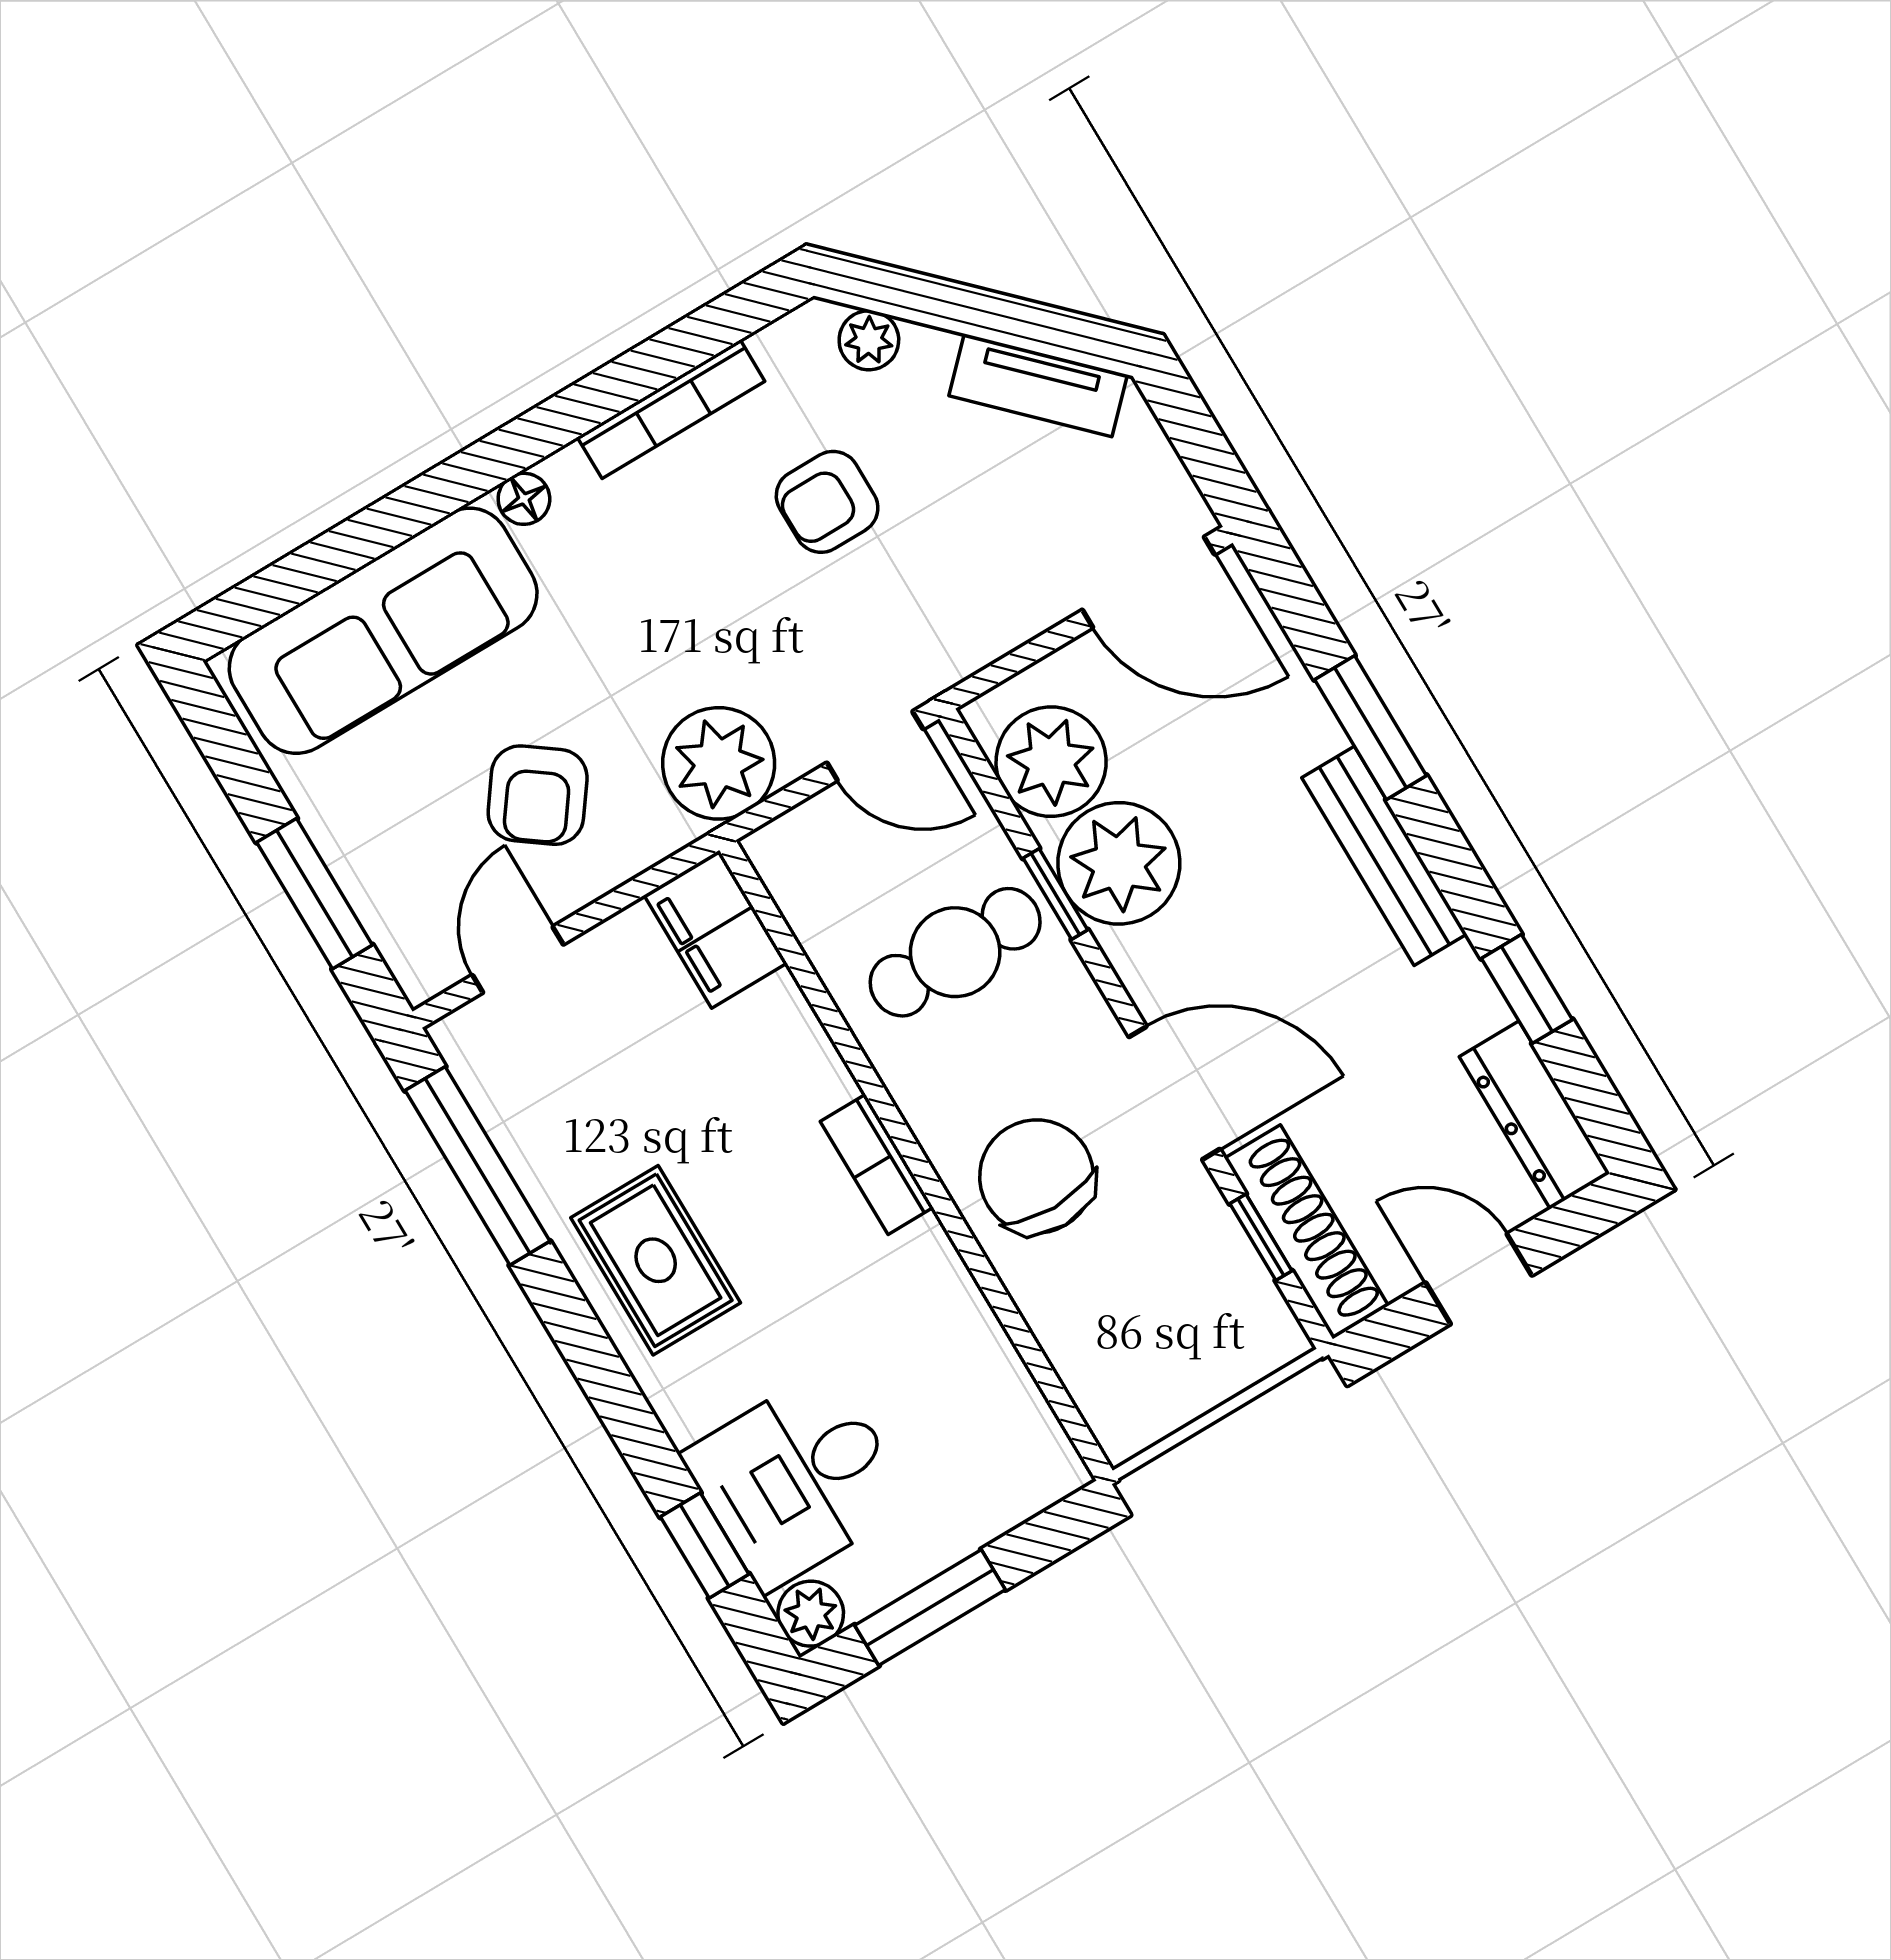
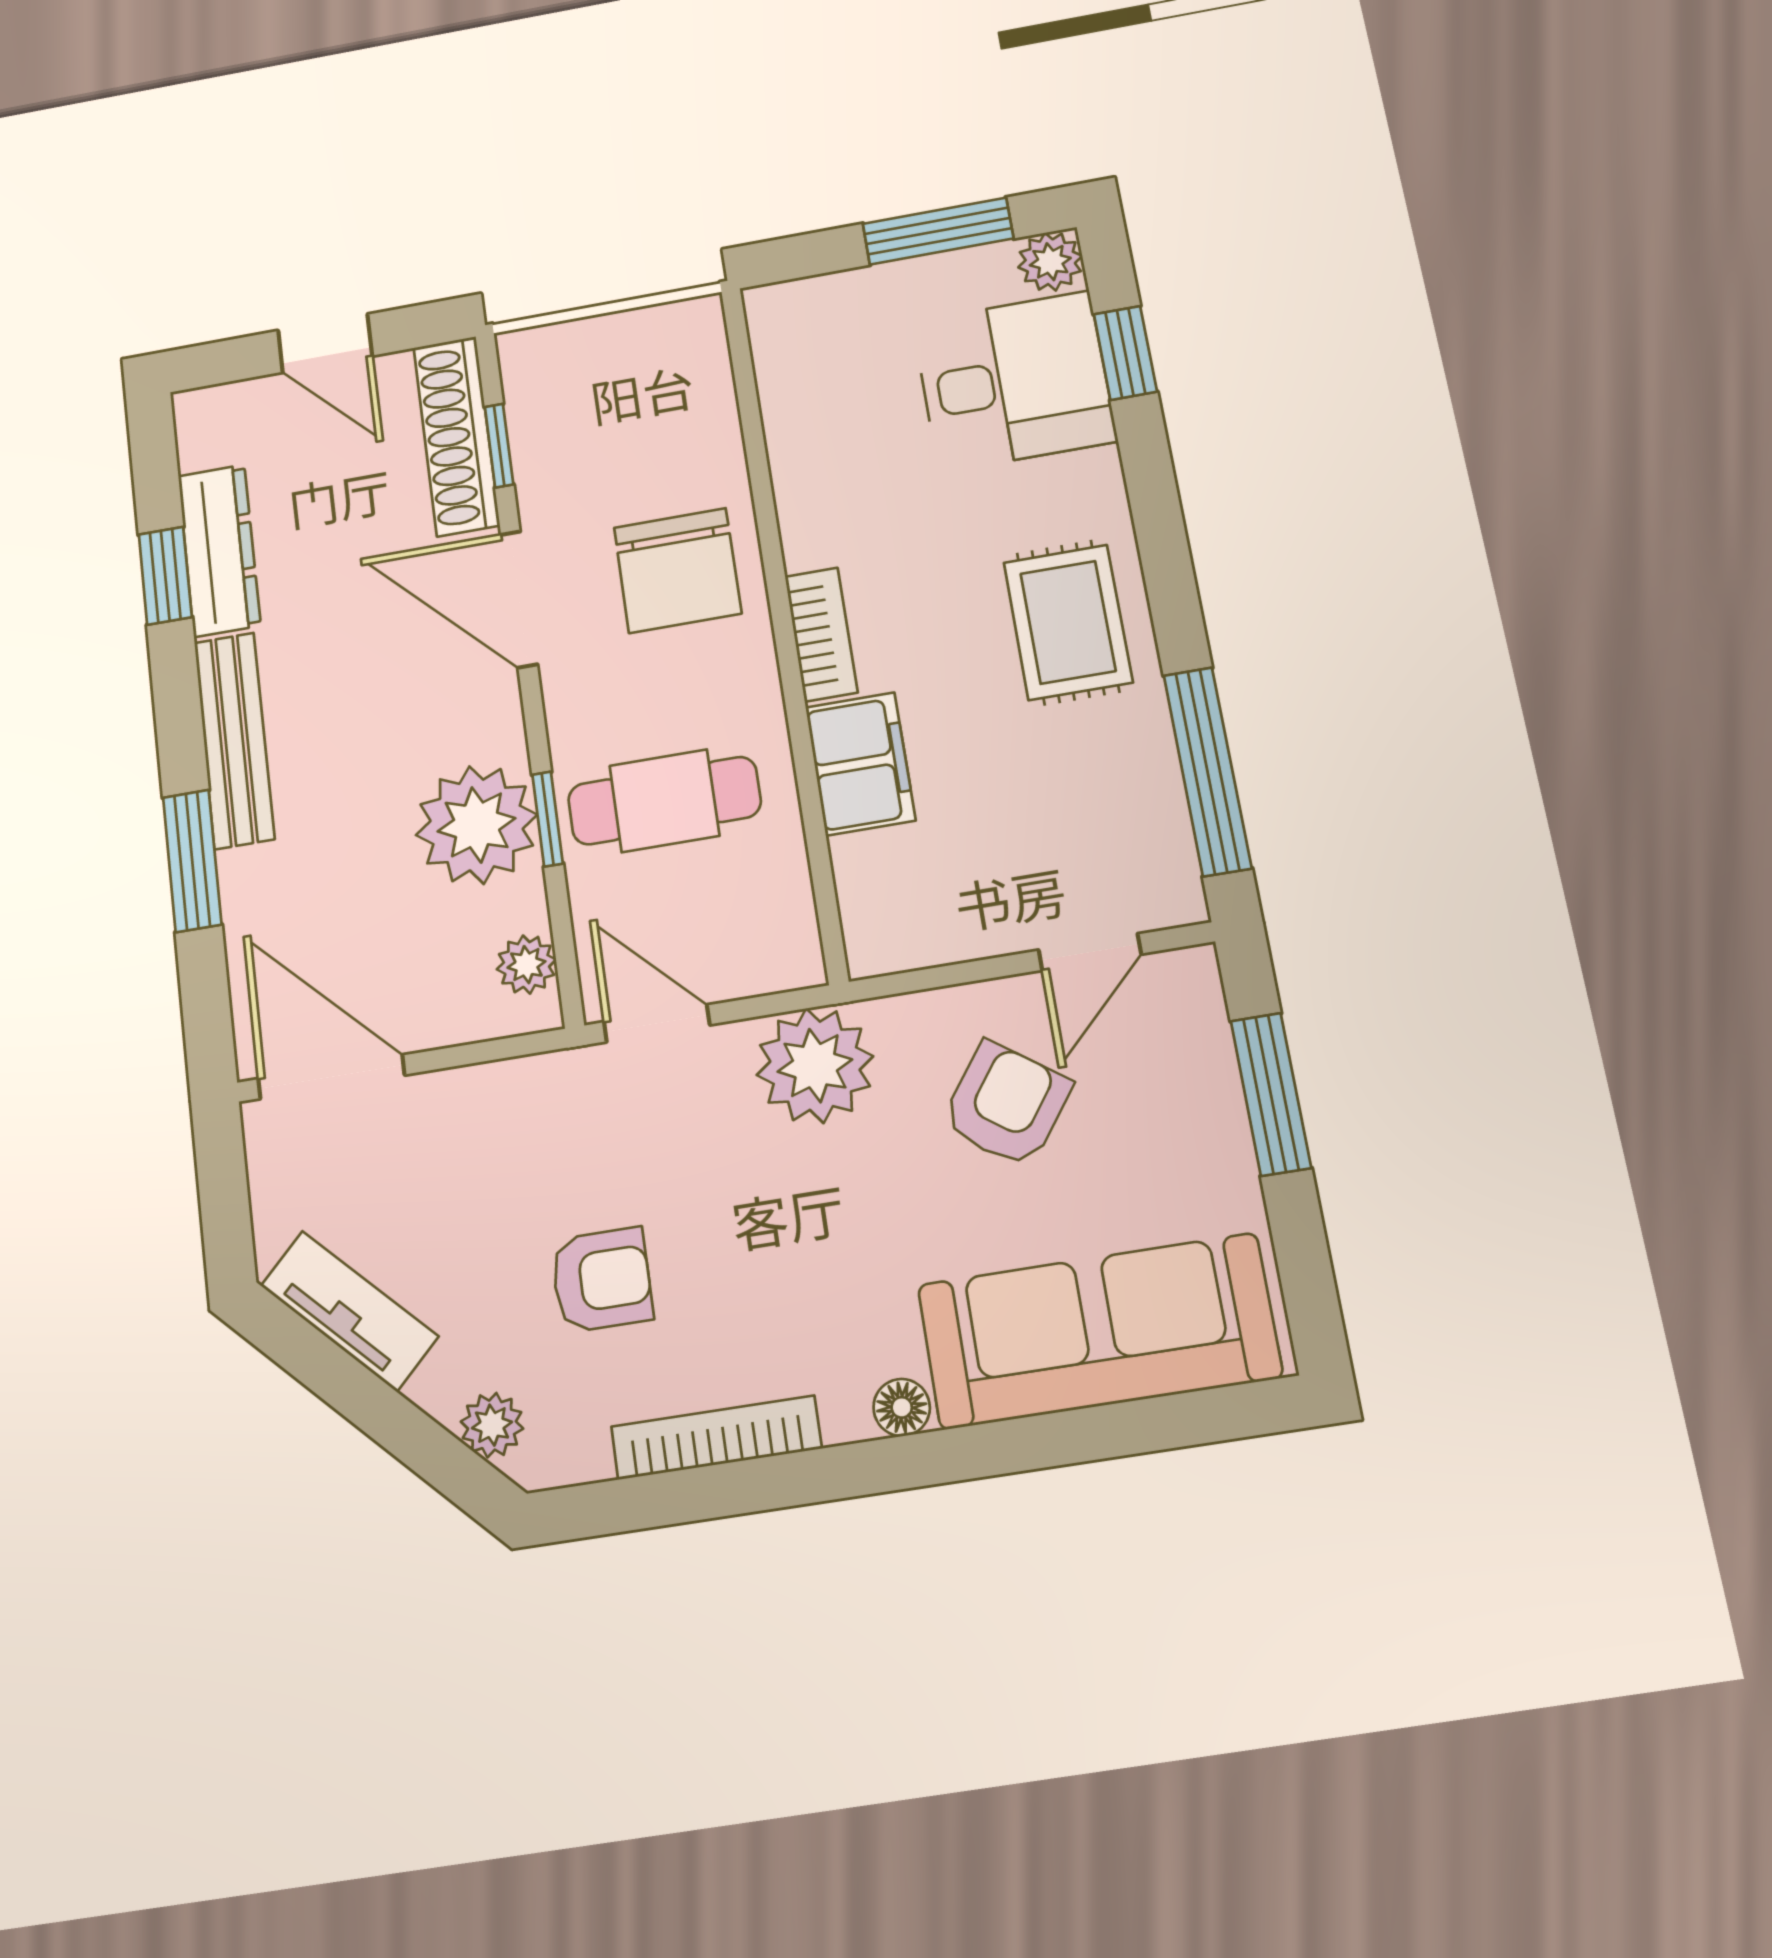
plant: (1051, 762) -> (526, 965), width x0.53, depth x0.53
filing cabinet: (715, 929) -> (860, 764), moved
dresser: (1535, 1115) -> (219, 550), moved

